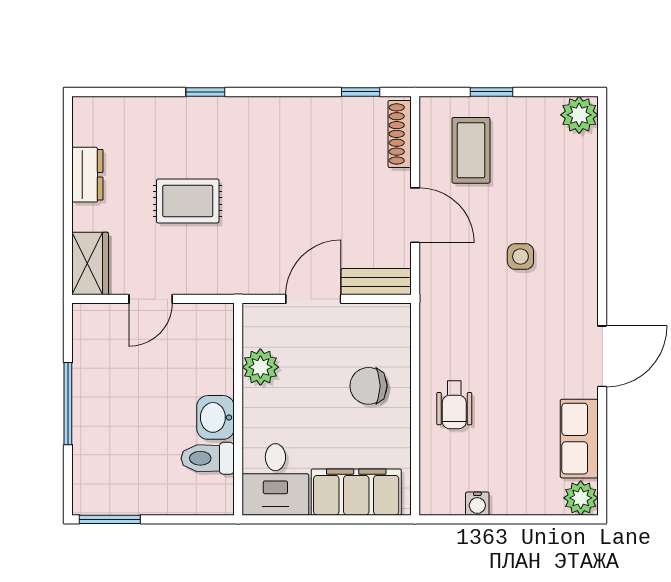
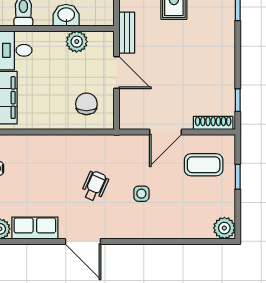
bench: (376, 282) -> (127, 33), moved
chair: (368, 386) -> (86, 104), moved
wheelchair: (454, 405) -> (95, 186), moved, turned 114
washbasin: (215, 417) -> (66, 15), moved

